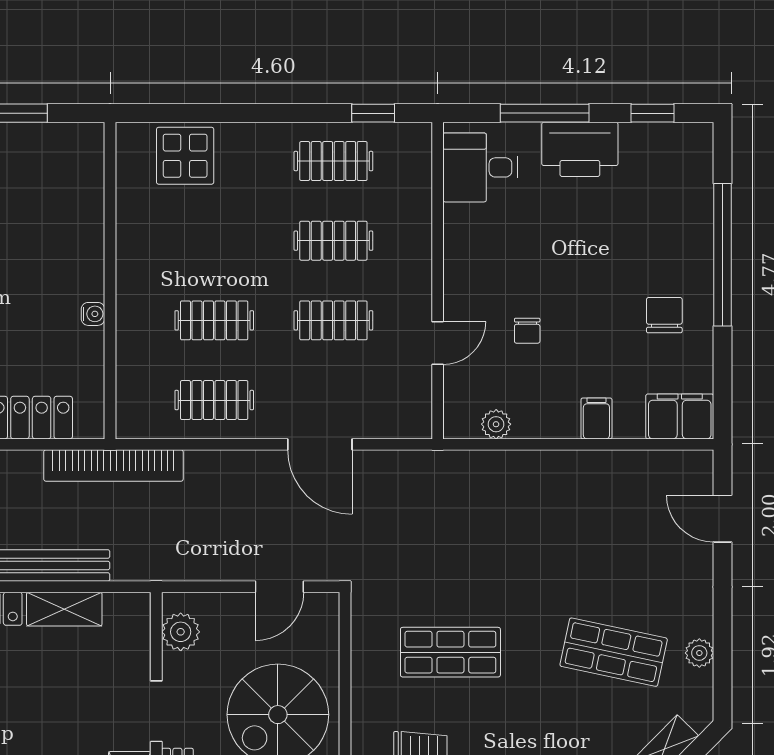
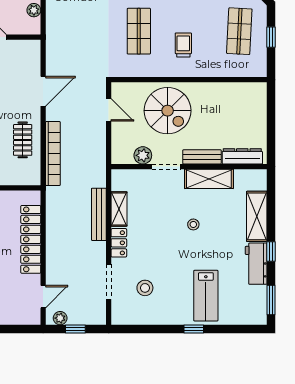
bookcase: (113, 465) -> (53, 154), moved
plant: (181, 632) -> (143, 155), moved

